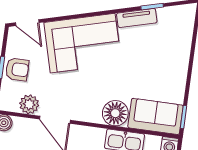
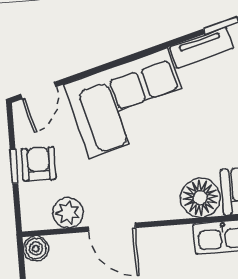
door: (27, 23) -> (38, 90), hinge flipped
armchair: (17, 69) -> (38, 164), turned -89

